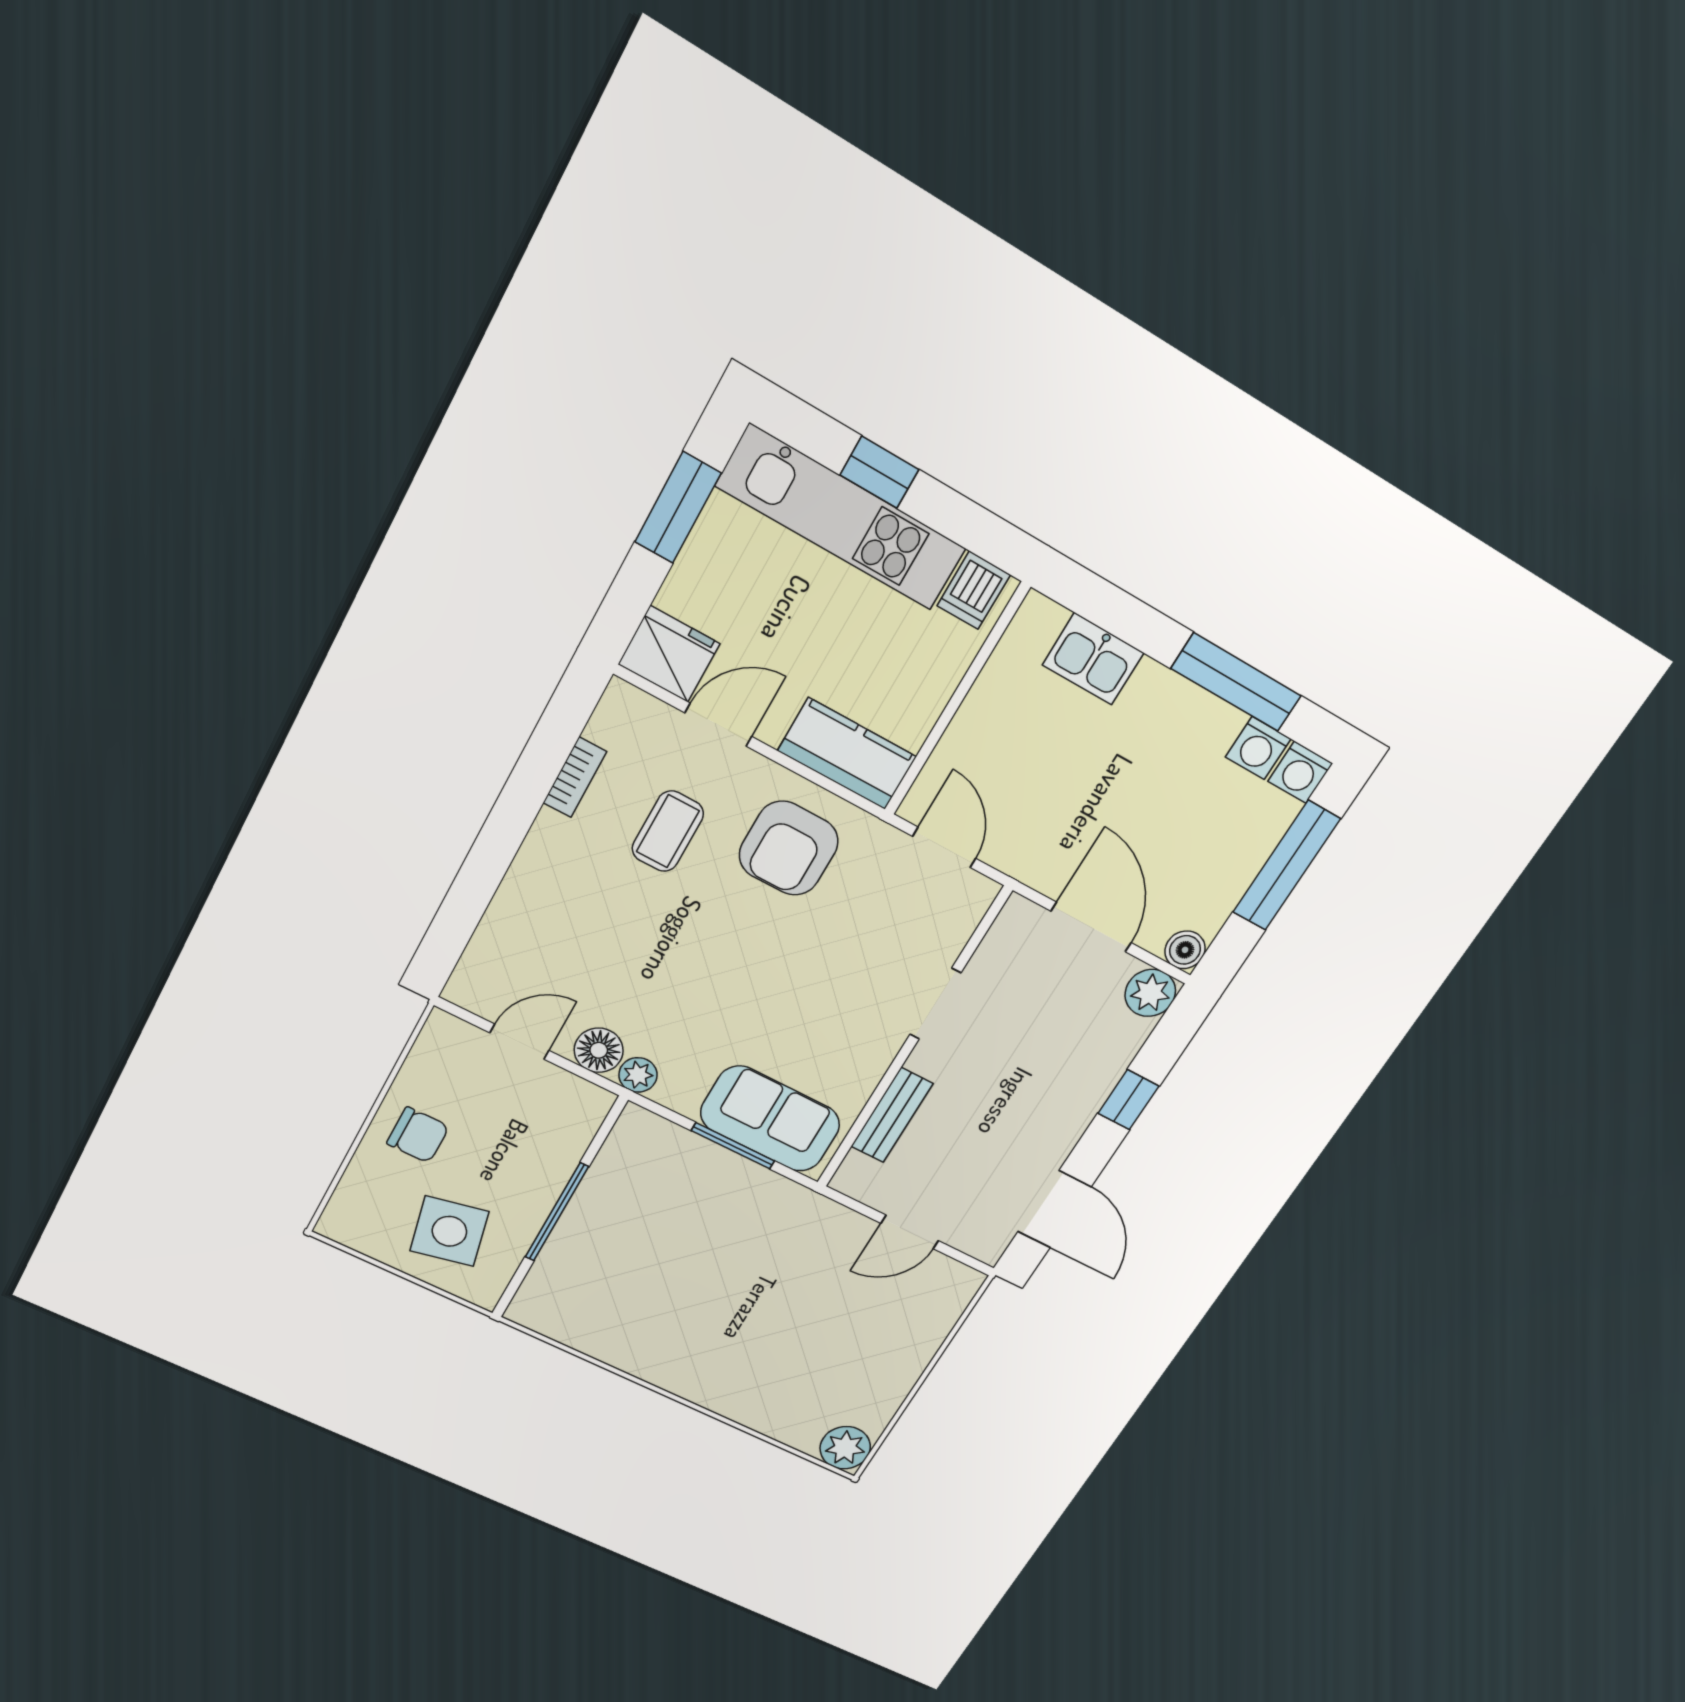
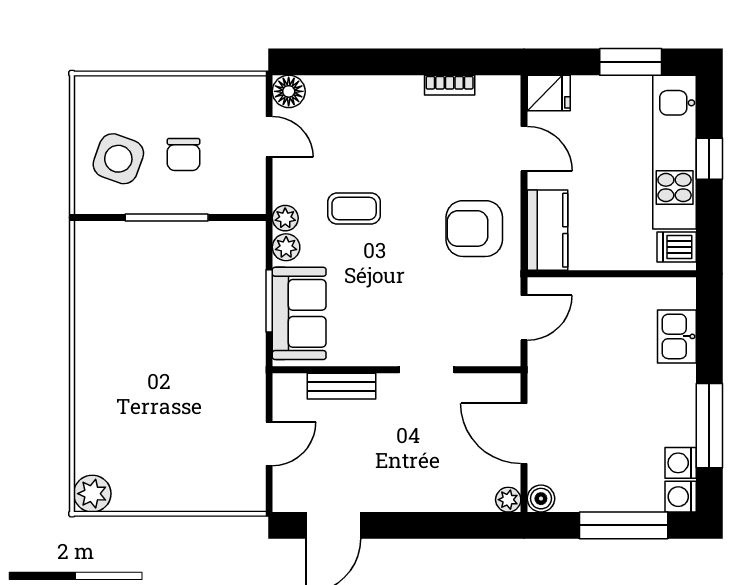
fridge: (669, 654) -> (549, 93), width x0.72
coffee table: (668, 831) -> (354, 209), moved
door: (1091, 927) -> (524, 433), swing flipped
plant: (1150, 993) -> (508, 500), width x0.73, depth x0.73
floor lamp: (599, 1050) -> (289, 91), moved
plant: (676, 1093) -> (286, 247), added
window: (1128, 1100) -> (430, 525), removed
chair: (418, 1135) -> (183, 155), moved
side table: (449, 1231) -> (118, 159), turned 32
door: (910, 1232) -> (269, 444), swing flipped

